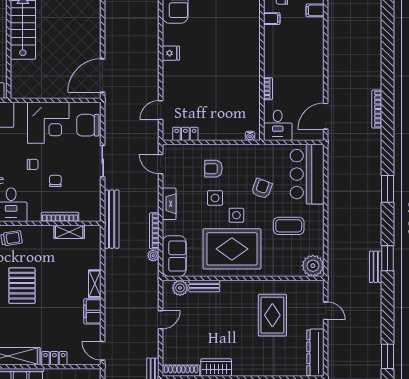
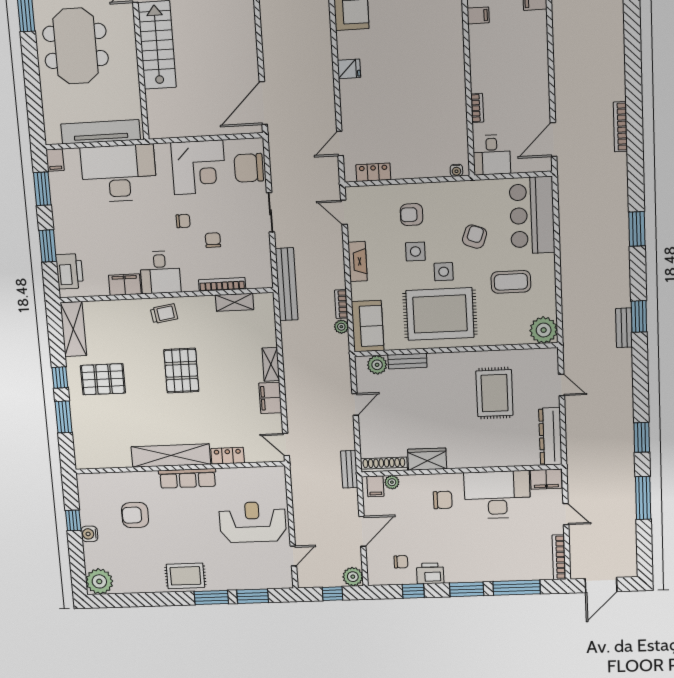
bookcase: (154, 231) -> (341, 304), width x0.64

